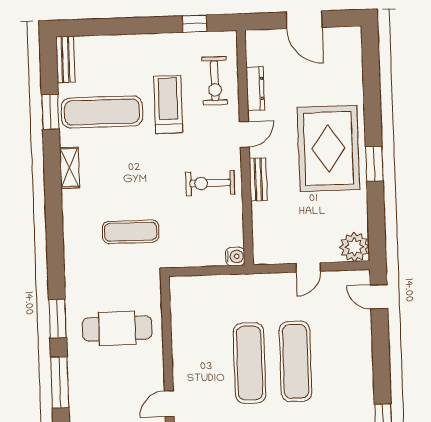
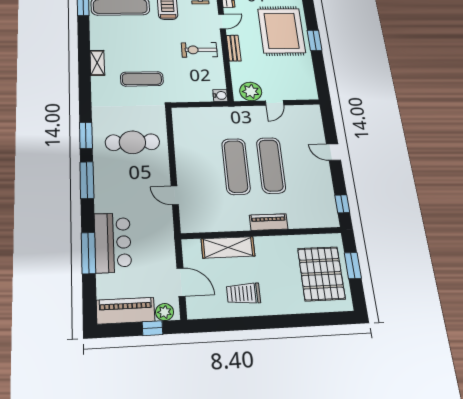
shelving: (70, 168) -> (97, 63), moved
plant: (354, 247) -> (251, 91), moved
door: (379, 297) -> (334, 152), moved
door: (169, 404) -> (175, 195), hinge flipped

